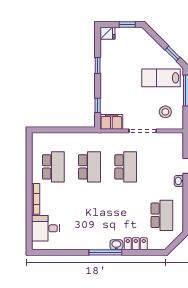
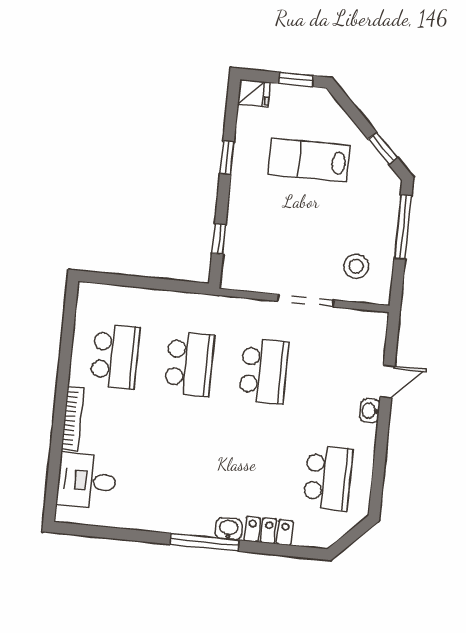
lab bench: (161, 78) -> (309, 160), moved
filing cabinet: (111, 122) -> (244, 276), removed

